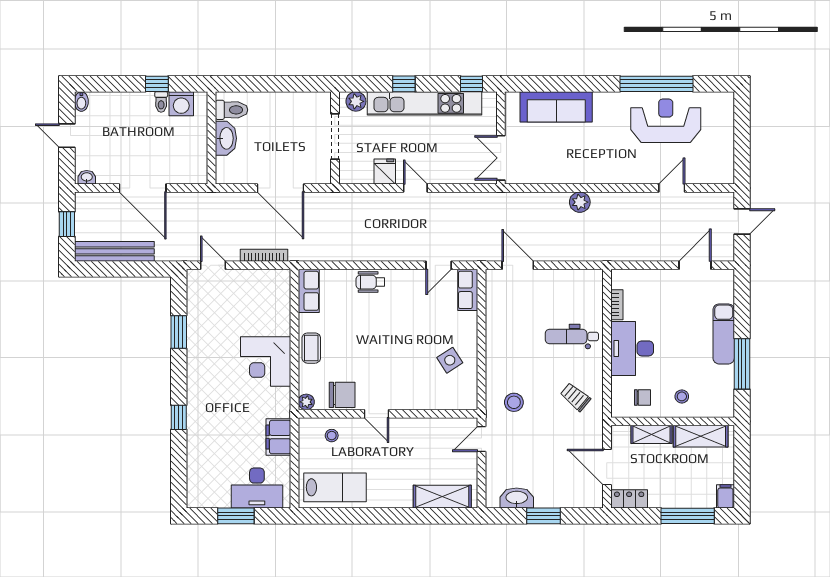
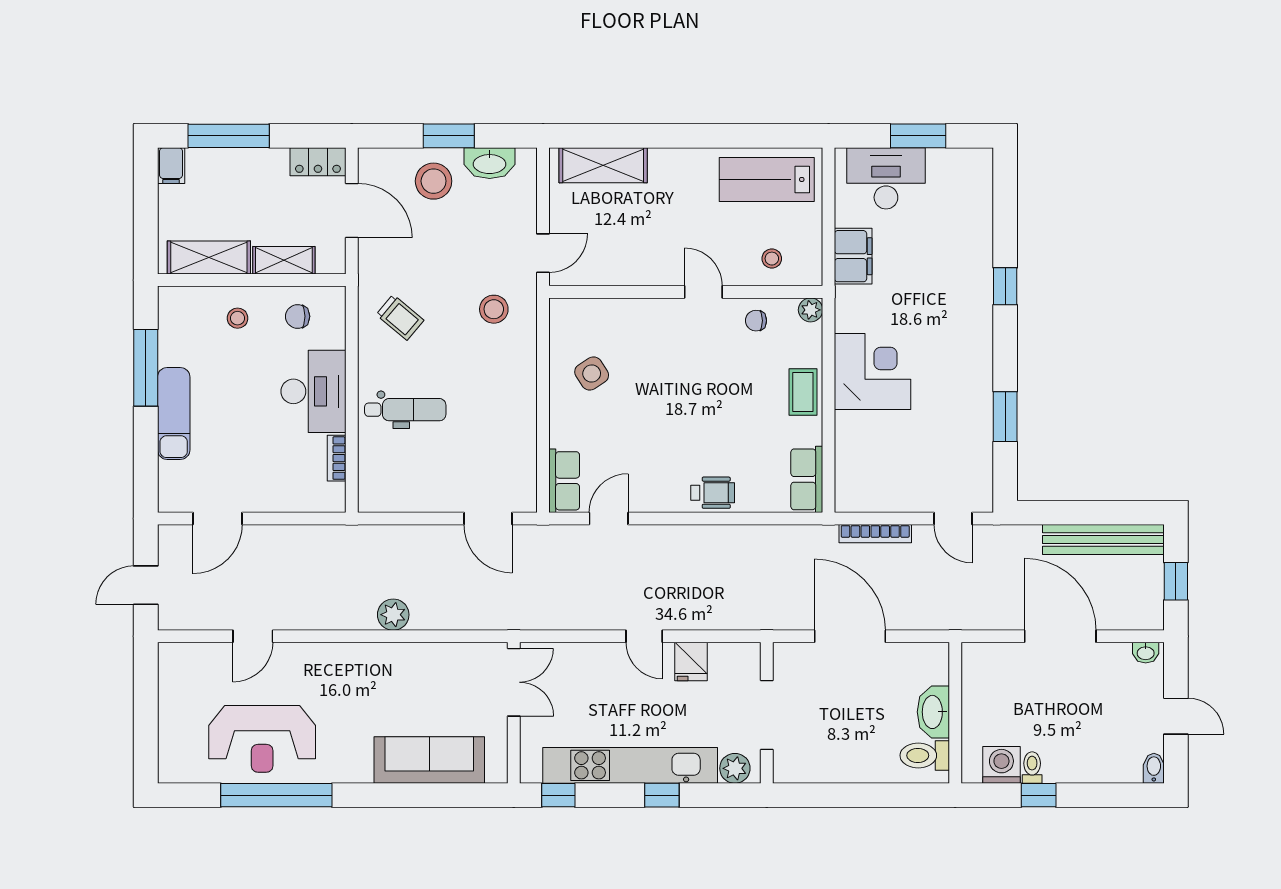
chair: (342, 395) -> (756, 321), width x0.54, depth x0.54
stool: (553, 486) -> (434, 181), added

